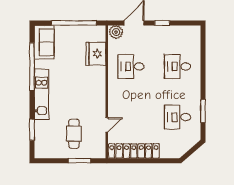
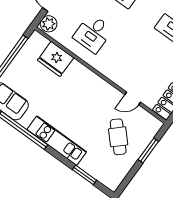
door: (107, 125) -> (133, 98), swing flipped
cafe table: (74, 134) -> (118, 137), turned 47

